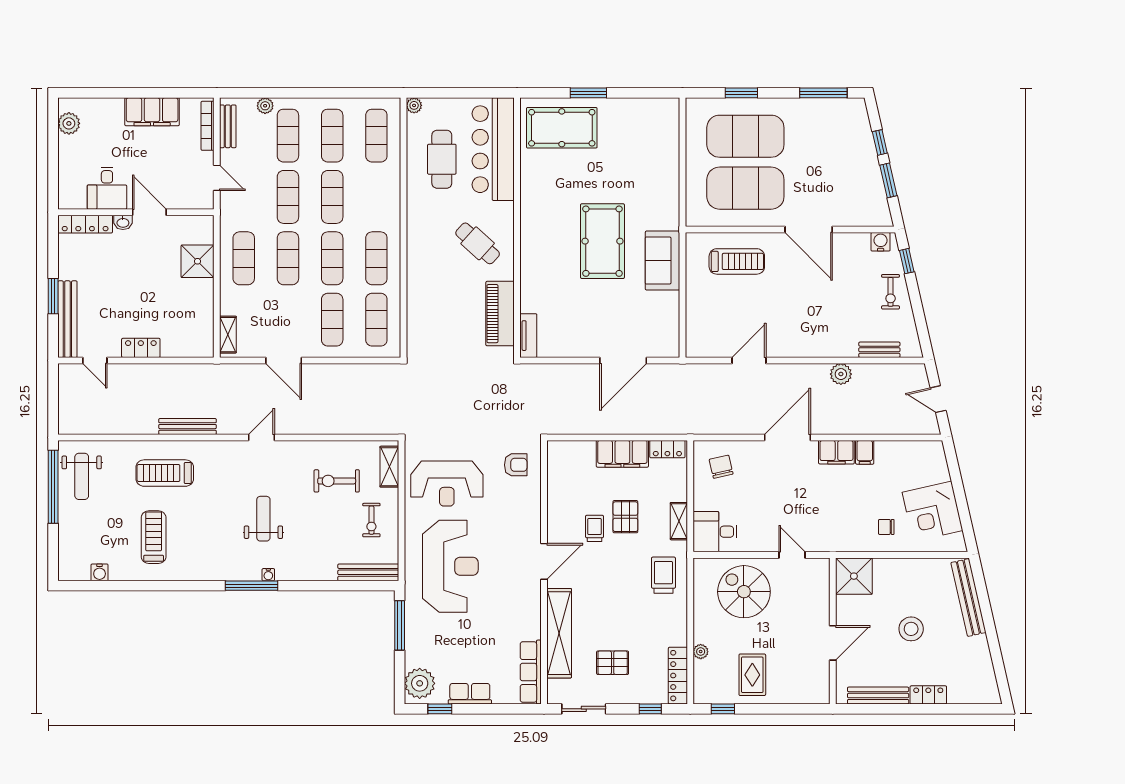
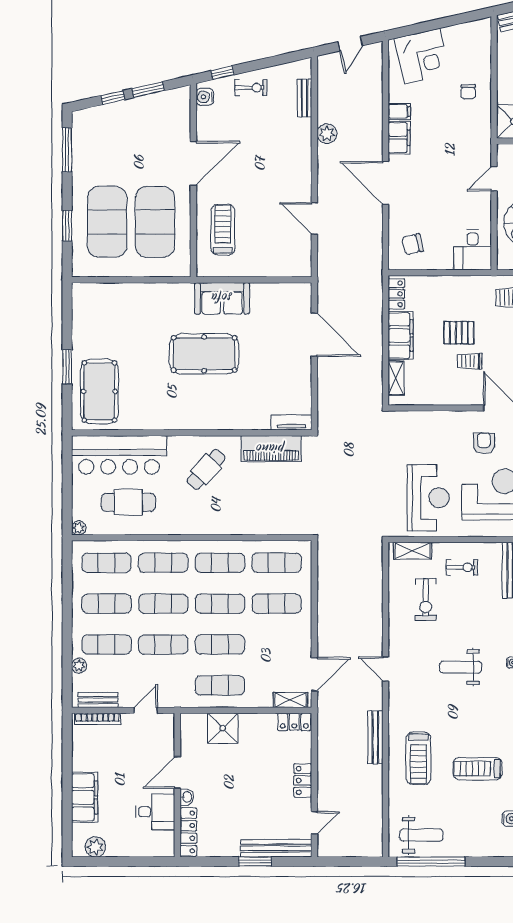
filing cabinet: (152, 112) -> (85, 797), moved
exercise mat: (376, 197) -> (163, 563), added
locker: (204, 339) -> (294, 722), added
door: (284, 360) -> (314, 674), moved
armchair: (516, 465) -> (484, 443), moved
corner desk: (933, 511) -> (422, 56), moved
shelving: (679, 521) -> (396, 378), moved, turned 90

